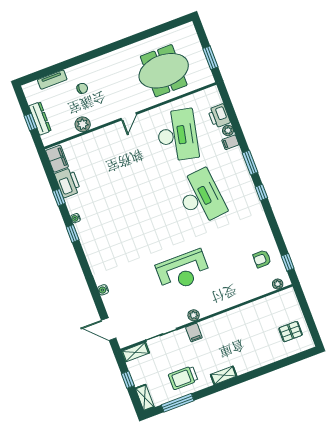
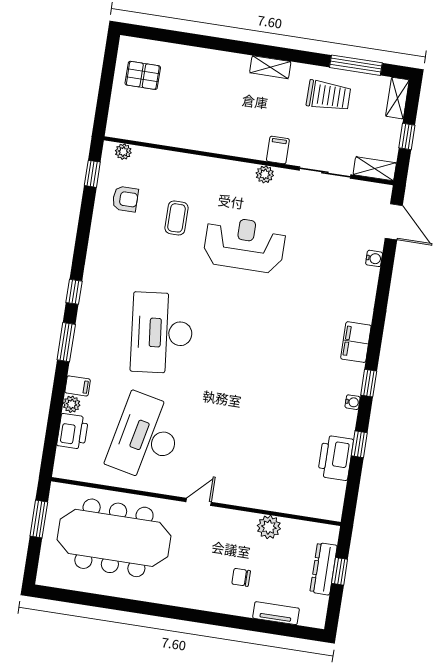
meeting table: (164, 71) -> (114, 538), width x1.36
filing cabinet: (57, 159) -> (356, 342), moved
coffee table: (228, 264) -> (177, 218), added
water cooler: (103, 290) -> (374, 258), moved

